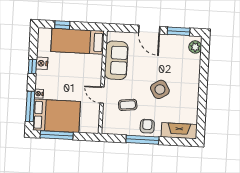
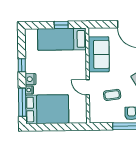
window: (62, 25) -> (61, 25), moved
nightstand: (42, 63) -> (31, 79), moved
window: (57, 135) -> (48, 127), removed

